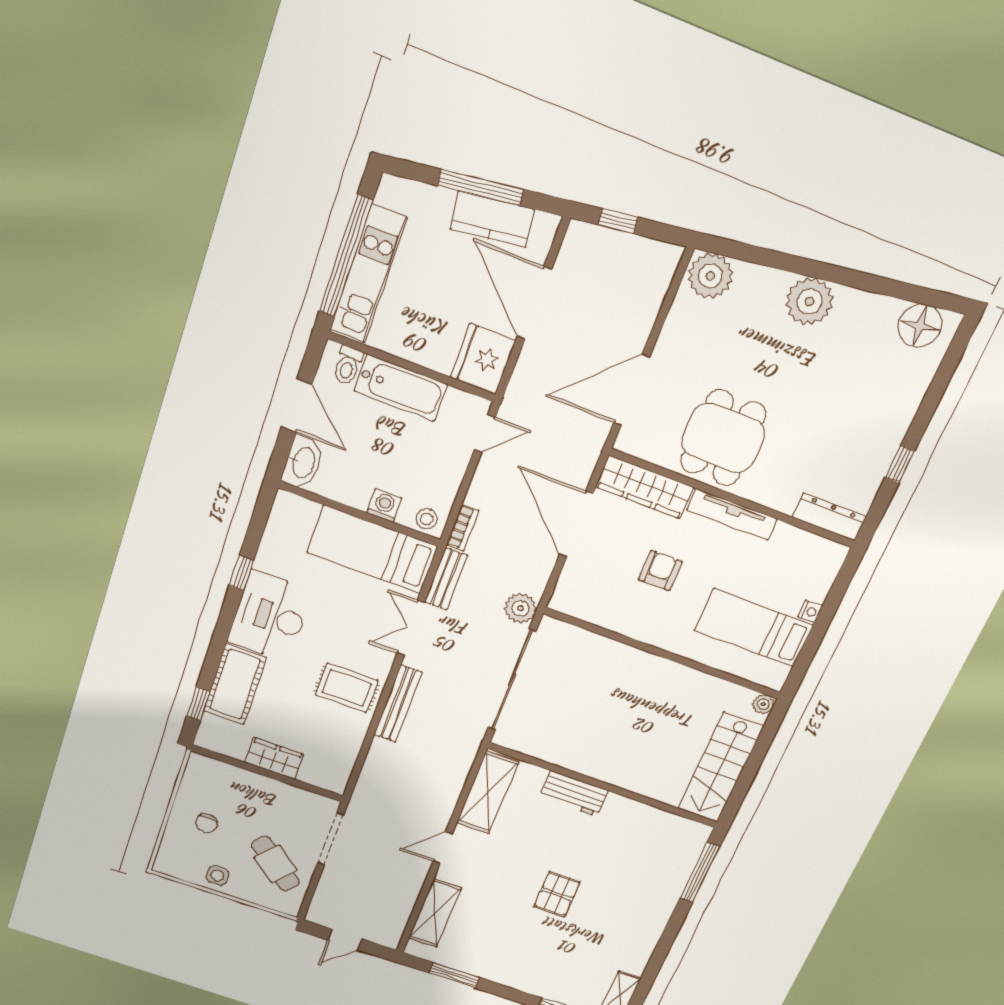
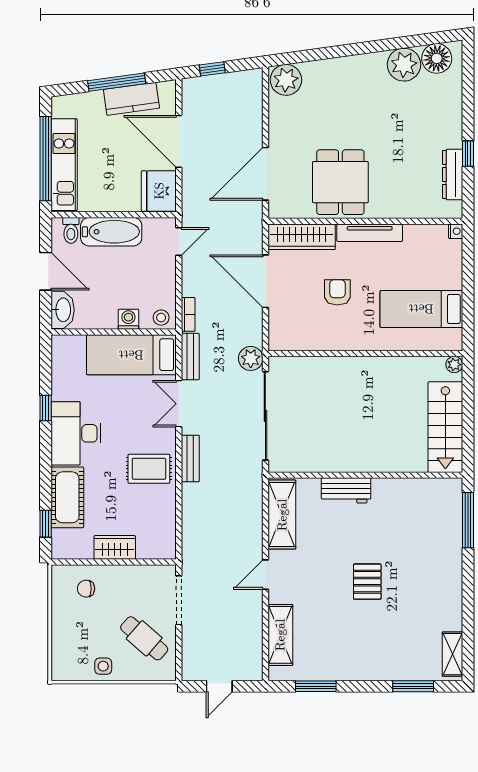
plant: (809, 301) -> (404, 65), moved
dresser: (829, 517) -> (453, 174), moved, turned -90
nightstand: (810, 611) -> (456, 231), moved
bench: (398, 704) -> (190, 458), width x0.73
chair: (207, 823) -> (86, 589), moved, turned 90

